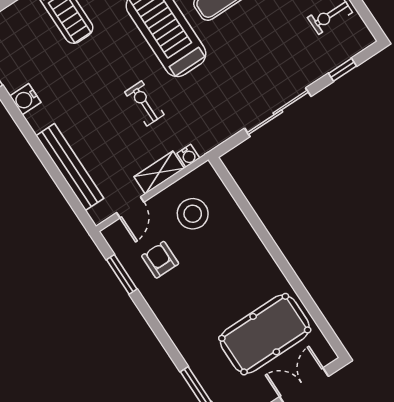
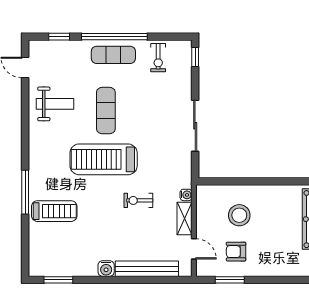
window: (342, 70) -> (195, 57), moved
water cooler: (25, 99) -> (106, 269), moved
stool: (193, 214) -> (239, 215), moved

